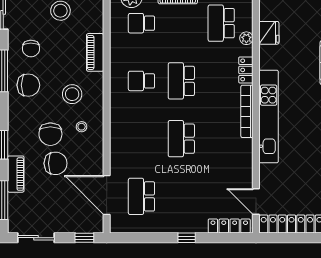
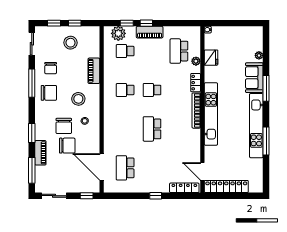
school desk: (181, 81) -> (152, 90), width x0.54

